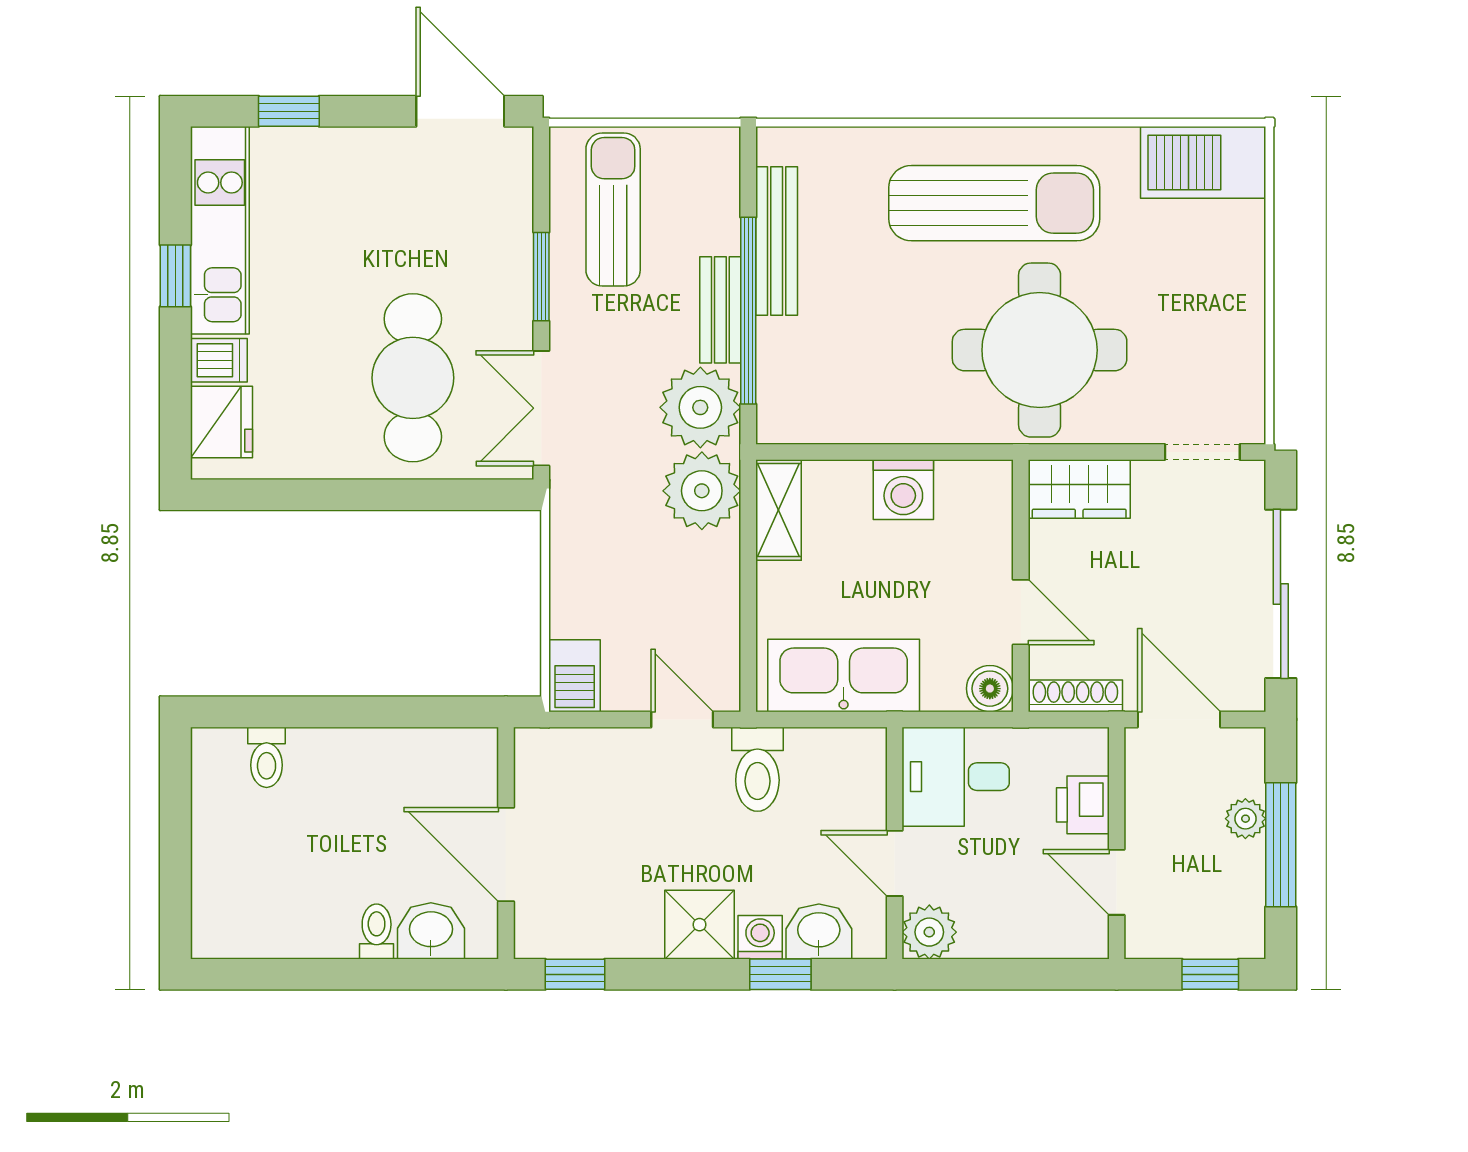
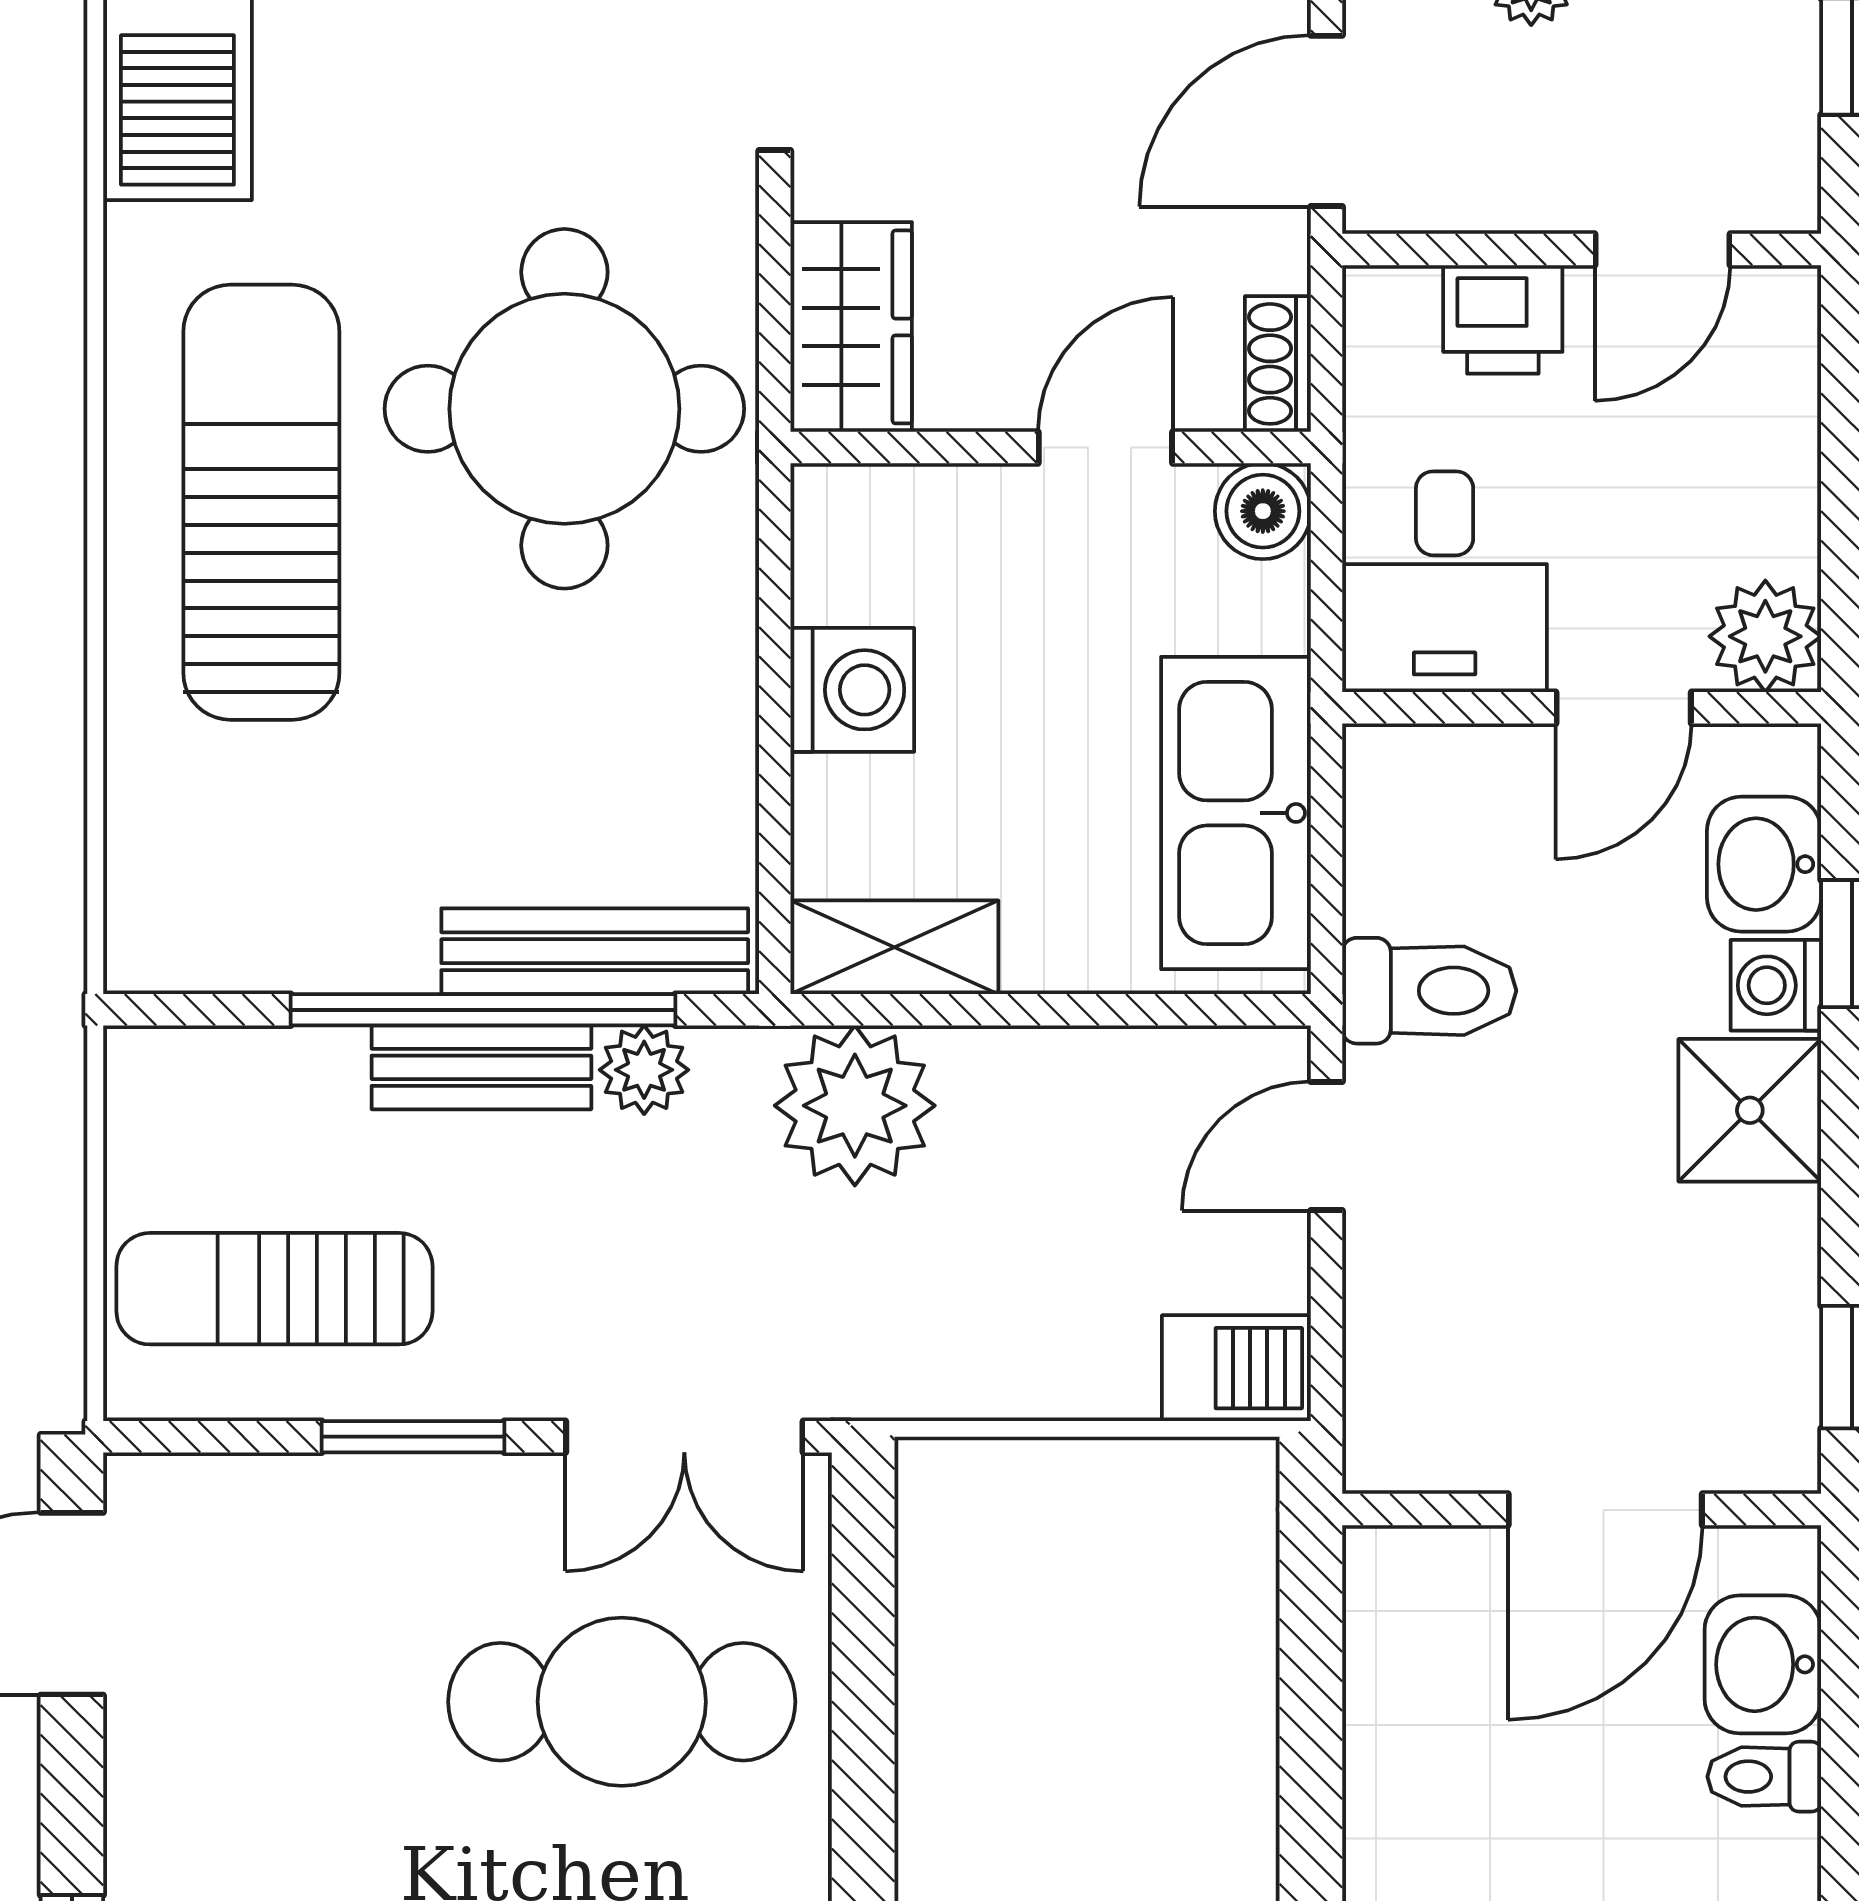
bench: (777, 241) -> (595, 951), moved
plant: (700, 407) -> (644, 1070), width x0.53, depth x0.53
shoe rack: (1075, 696) -> (1278, 364), width x0.70

